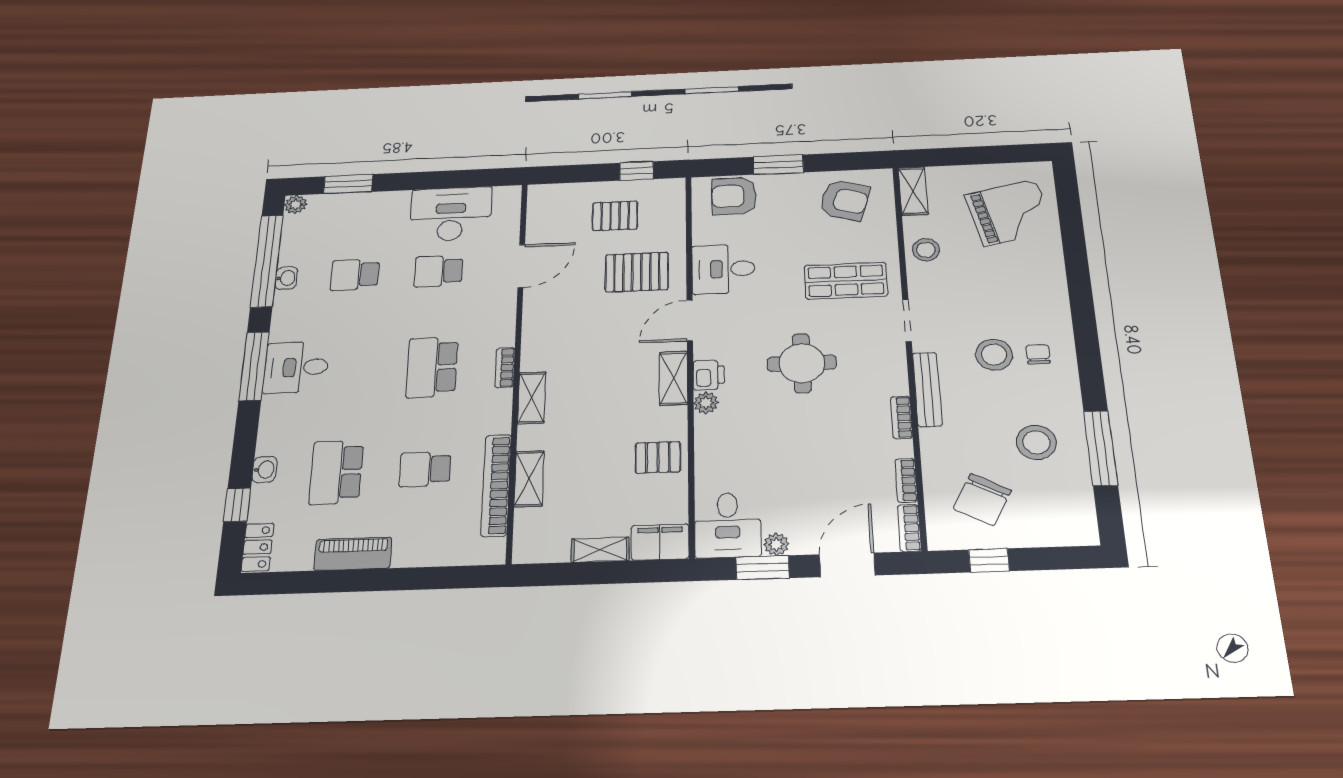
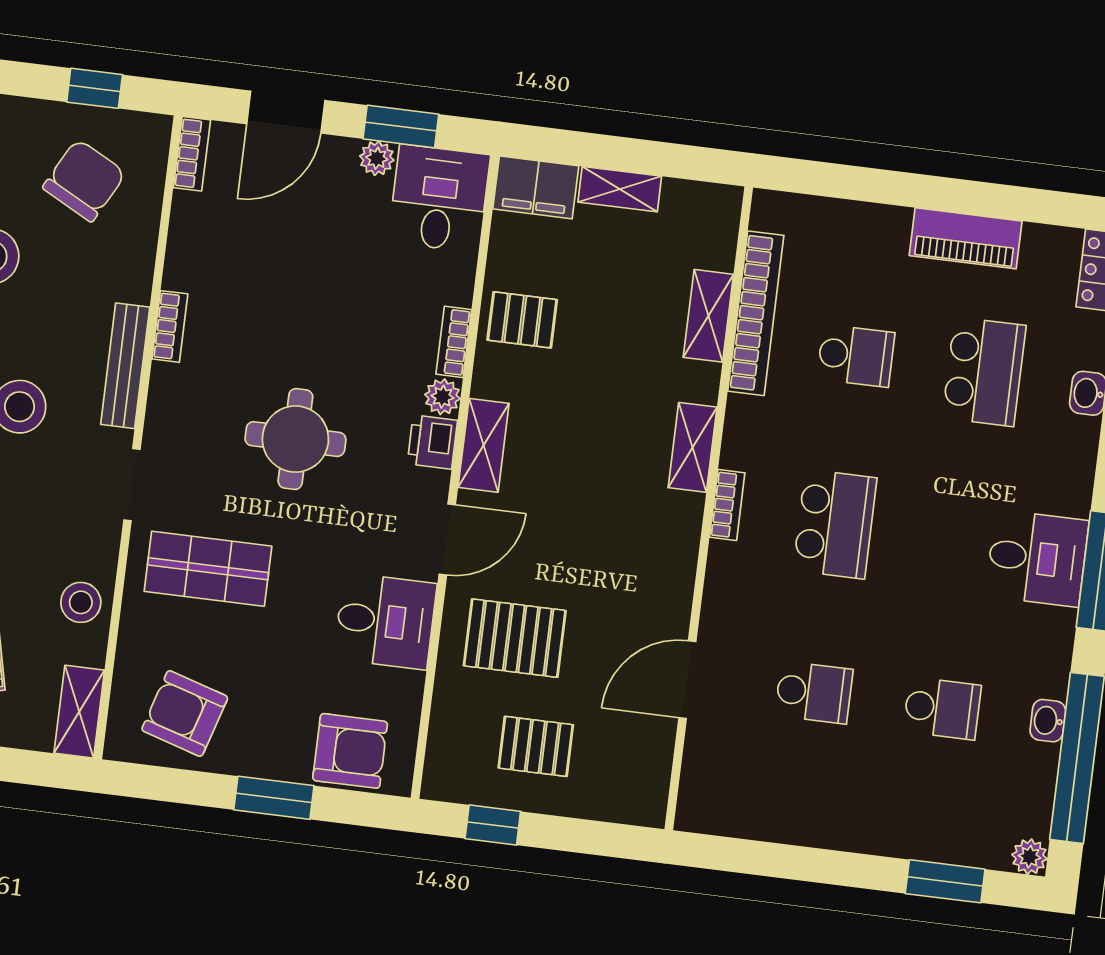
desk: (451, 214) -> (788, 795), removed
bookcase: (906, 480) -> (454, 342), moved, turned 180

